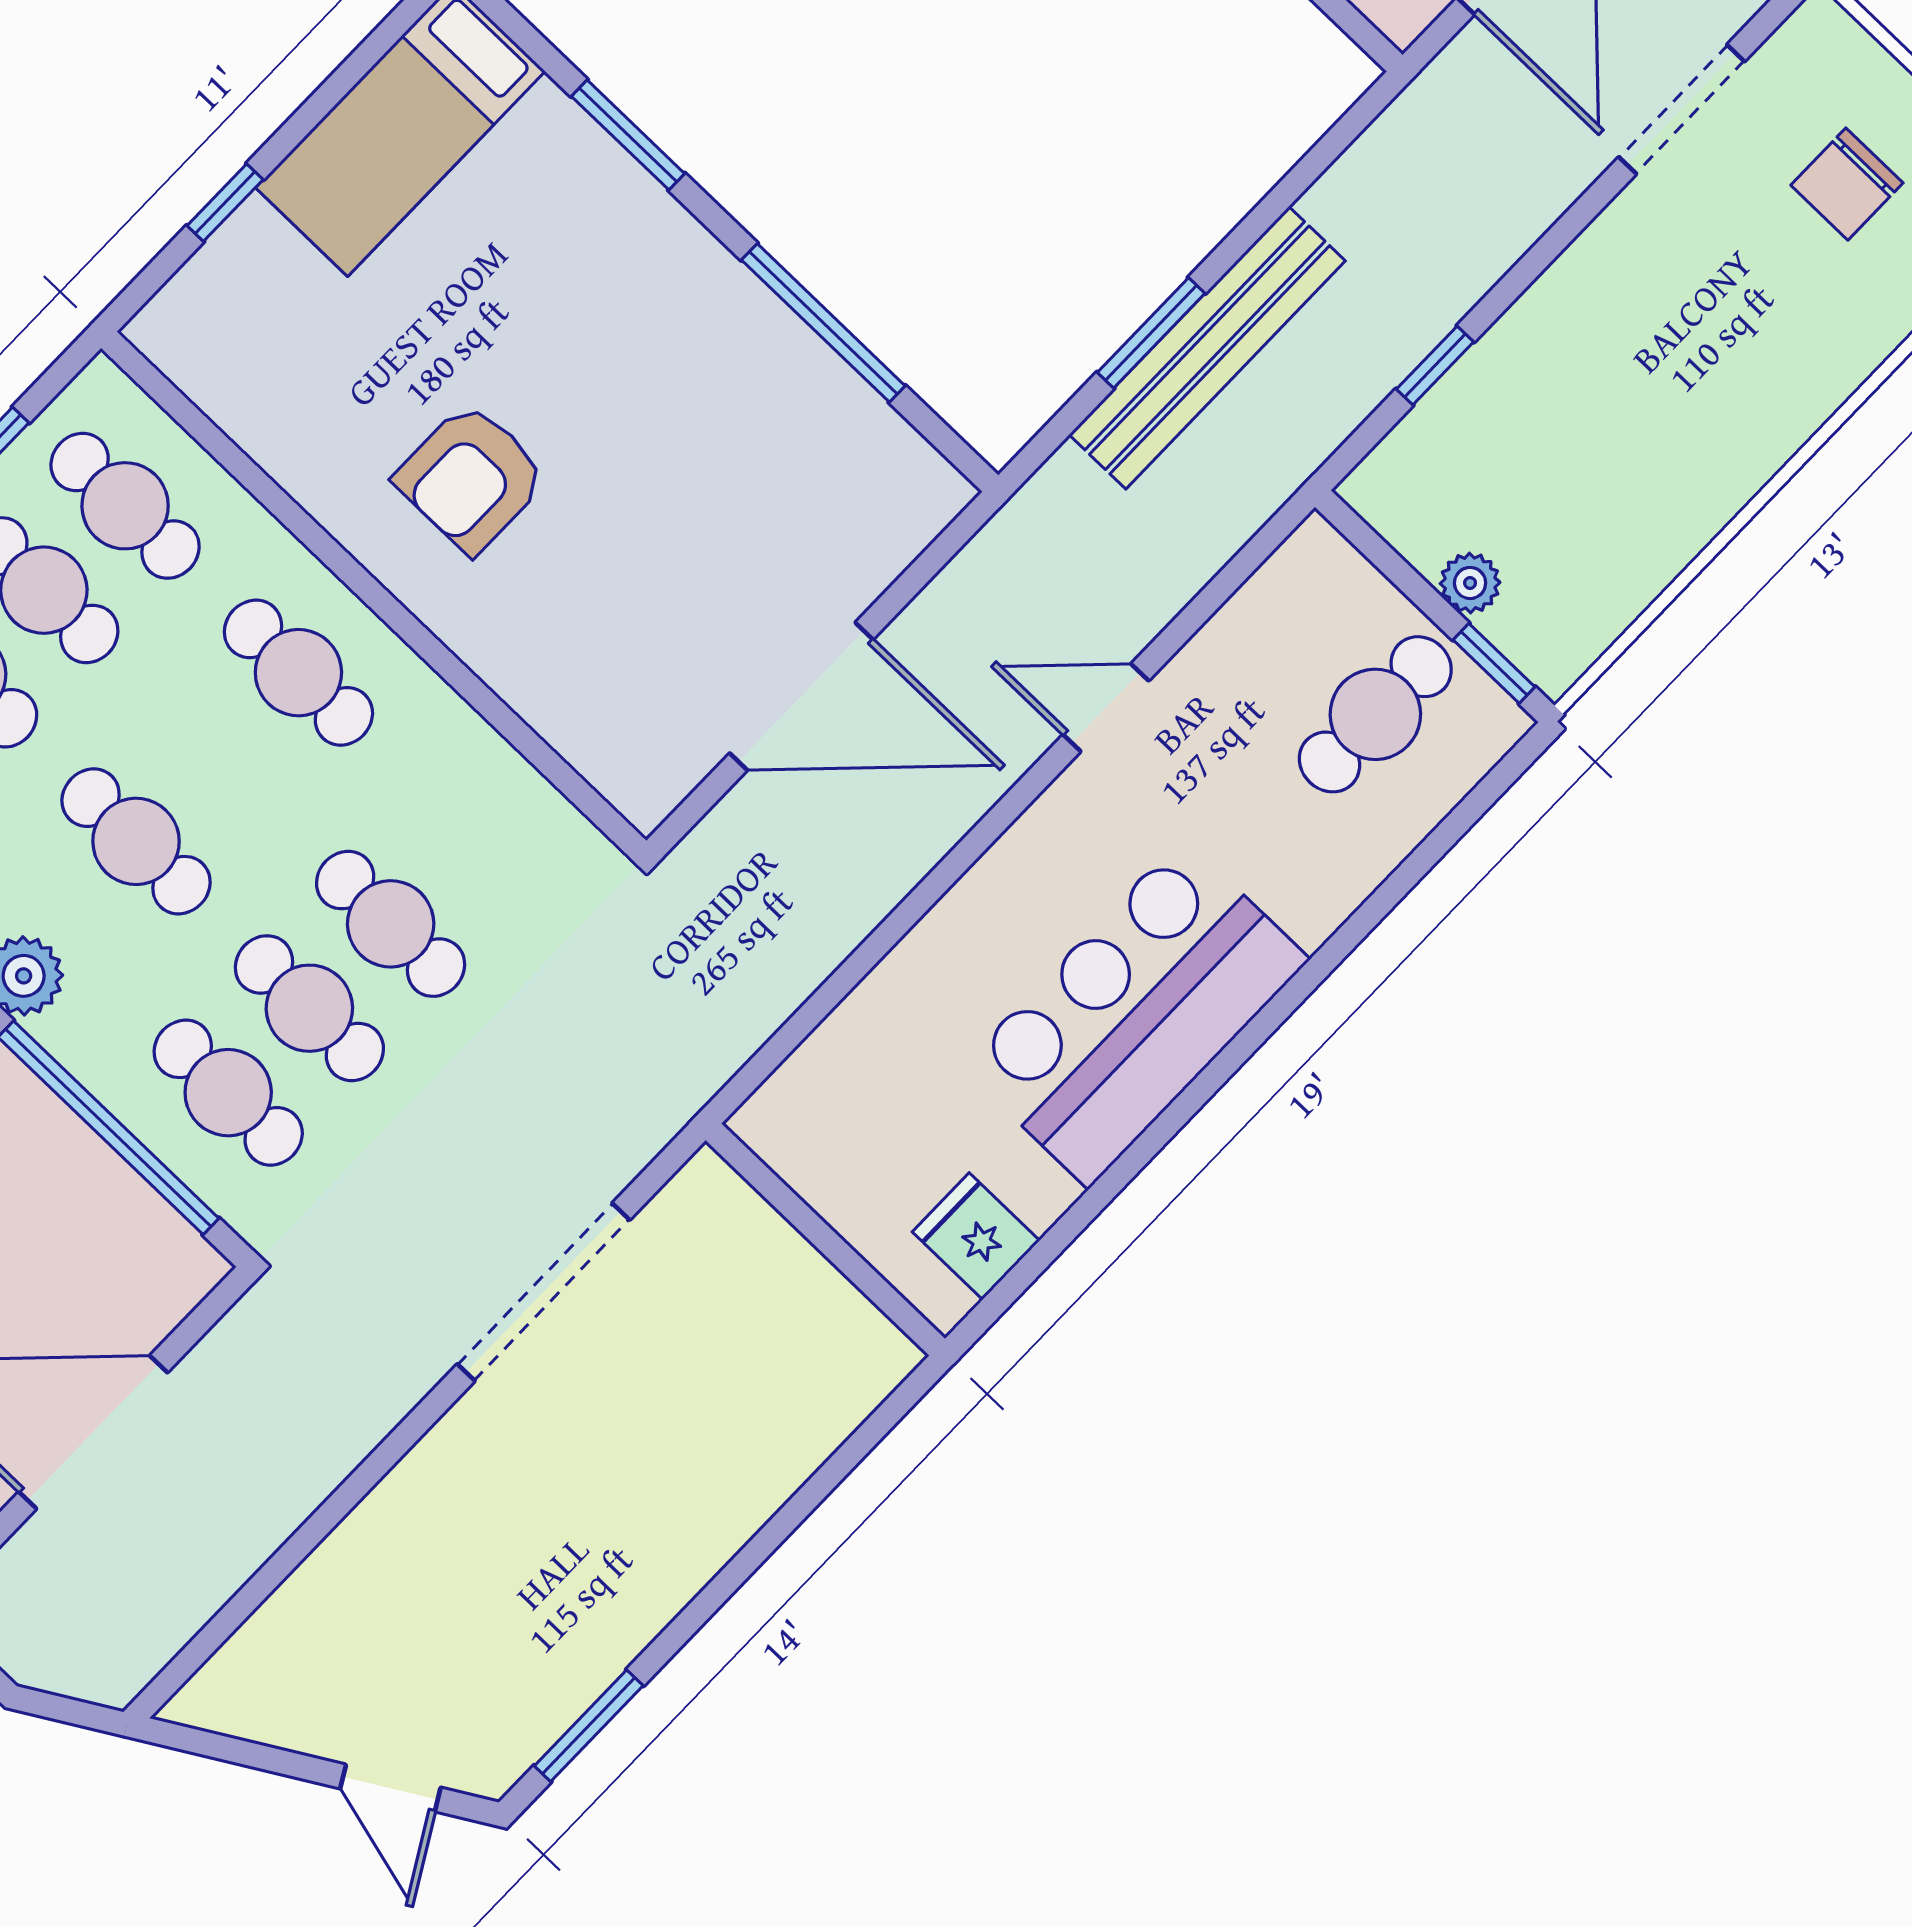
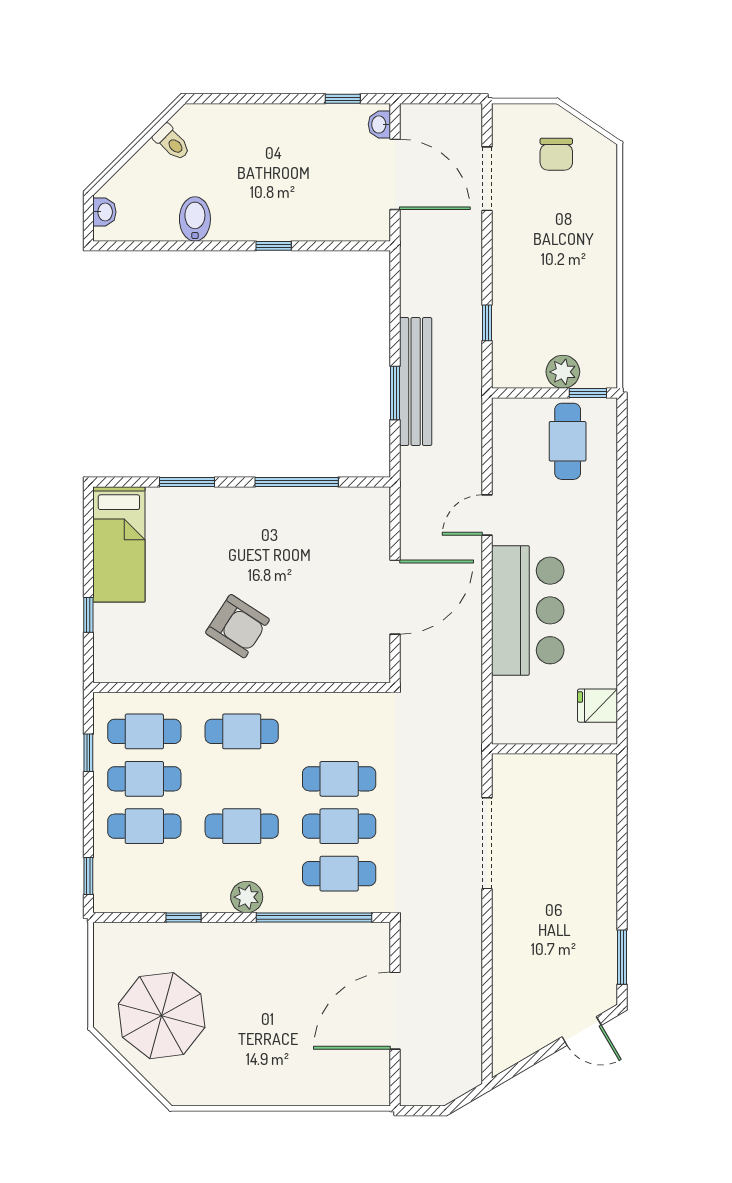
armchair: (471, 478) -> (237, 626), turned -57
plant: (1470, 583) -> (563, 372), width x1.38, depth x1.38
bar counter: (1135, 1013) -> (528, 610), moved, turned 180

